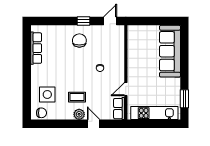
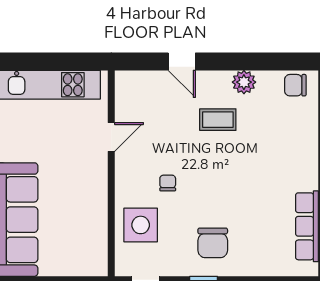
side table: (47, 94) -> (141, 225), moved
row of seats: (119, 109) -> (126, 95), removed
plant: (79, 114) -> (244, 82), moved

